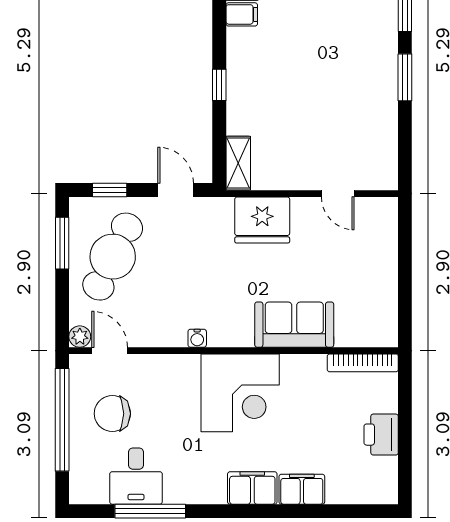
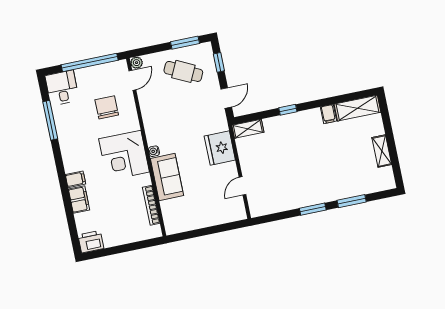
cafe table: (113, 257) -> (183, 71), width x0.73, depth x0.74
water cooler: (197, 338) -> (154, 151), moved
bookcase: (363, 363) -> (151, 205), moved
chair: (112, 414) -> (107, 107), moved
printer: (381, 435) -> (91, 242), moved
desk: (136, 476) -> (62, 88), moved, turned 90
filing cabinet: (252, 488) -> (75, 179), width x0.50

